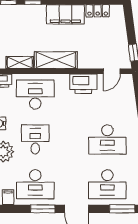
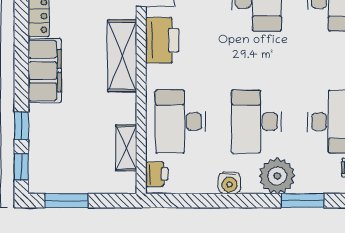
shelving: (56, 60) -> (122, 56), moved
desk: (35, 139) -> (256, 122), width x1.37

